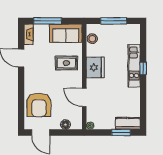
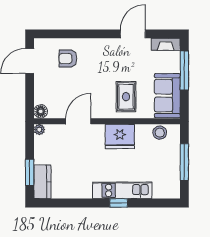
armchair: (39, 105) -> (68, 59), width x0.53, depth x0.53
floor lamp: (65, 125) -> (41, 111), moved

